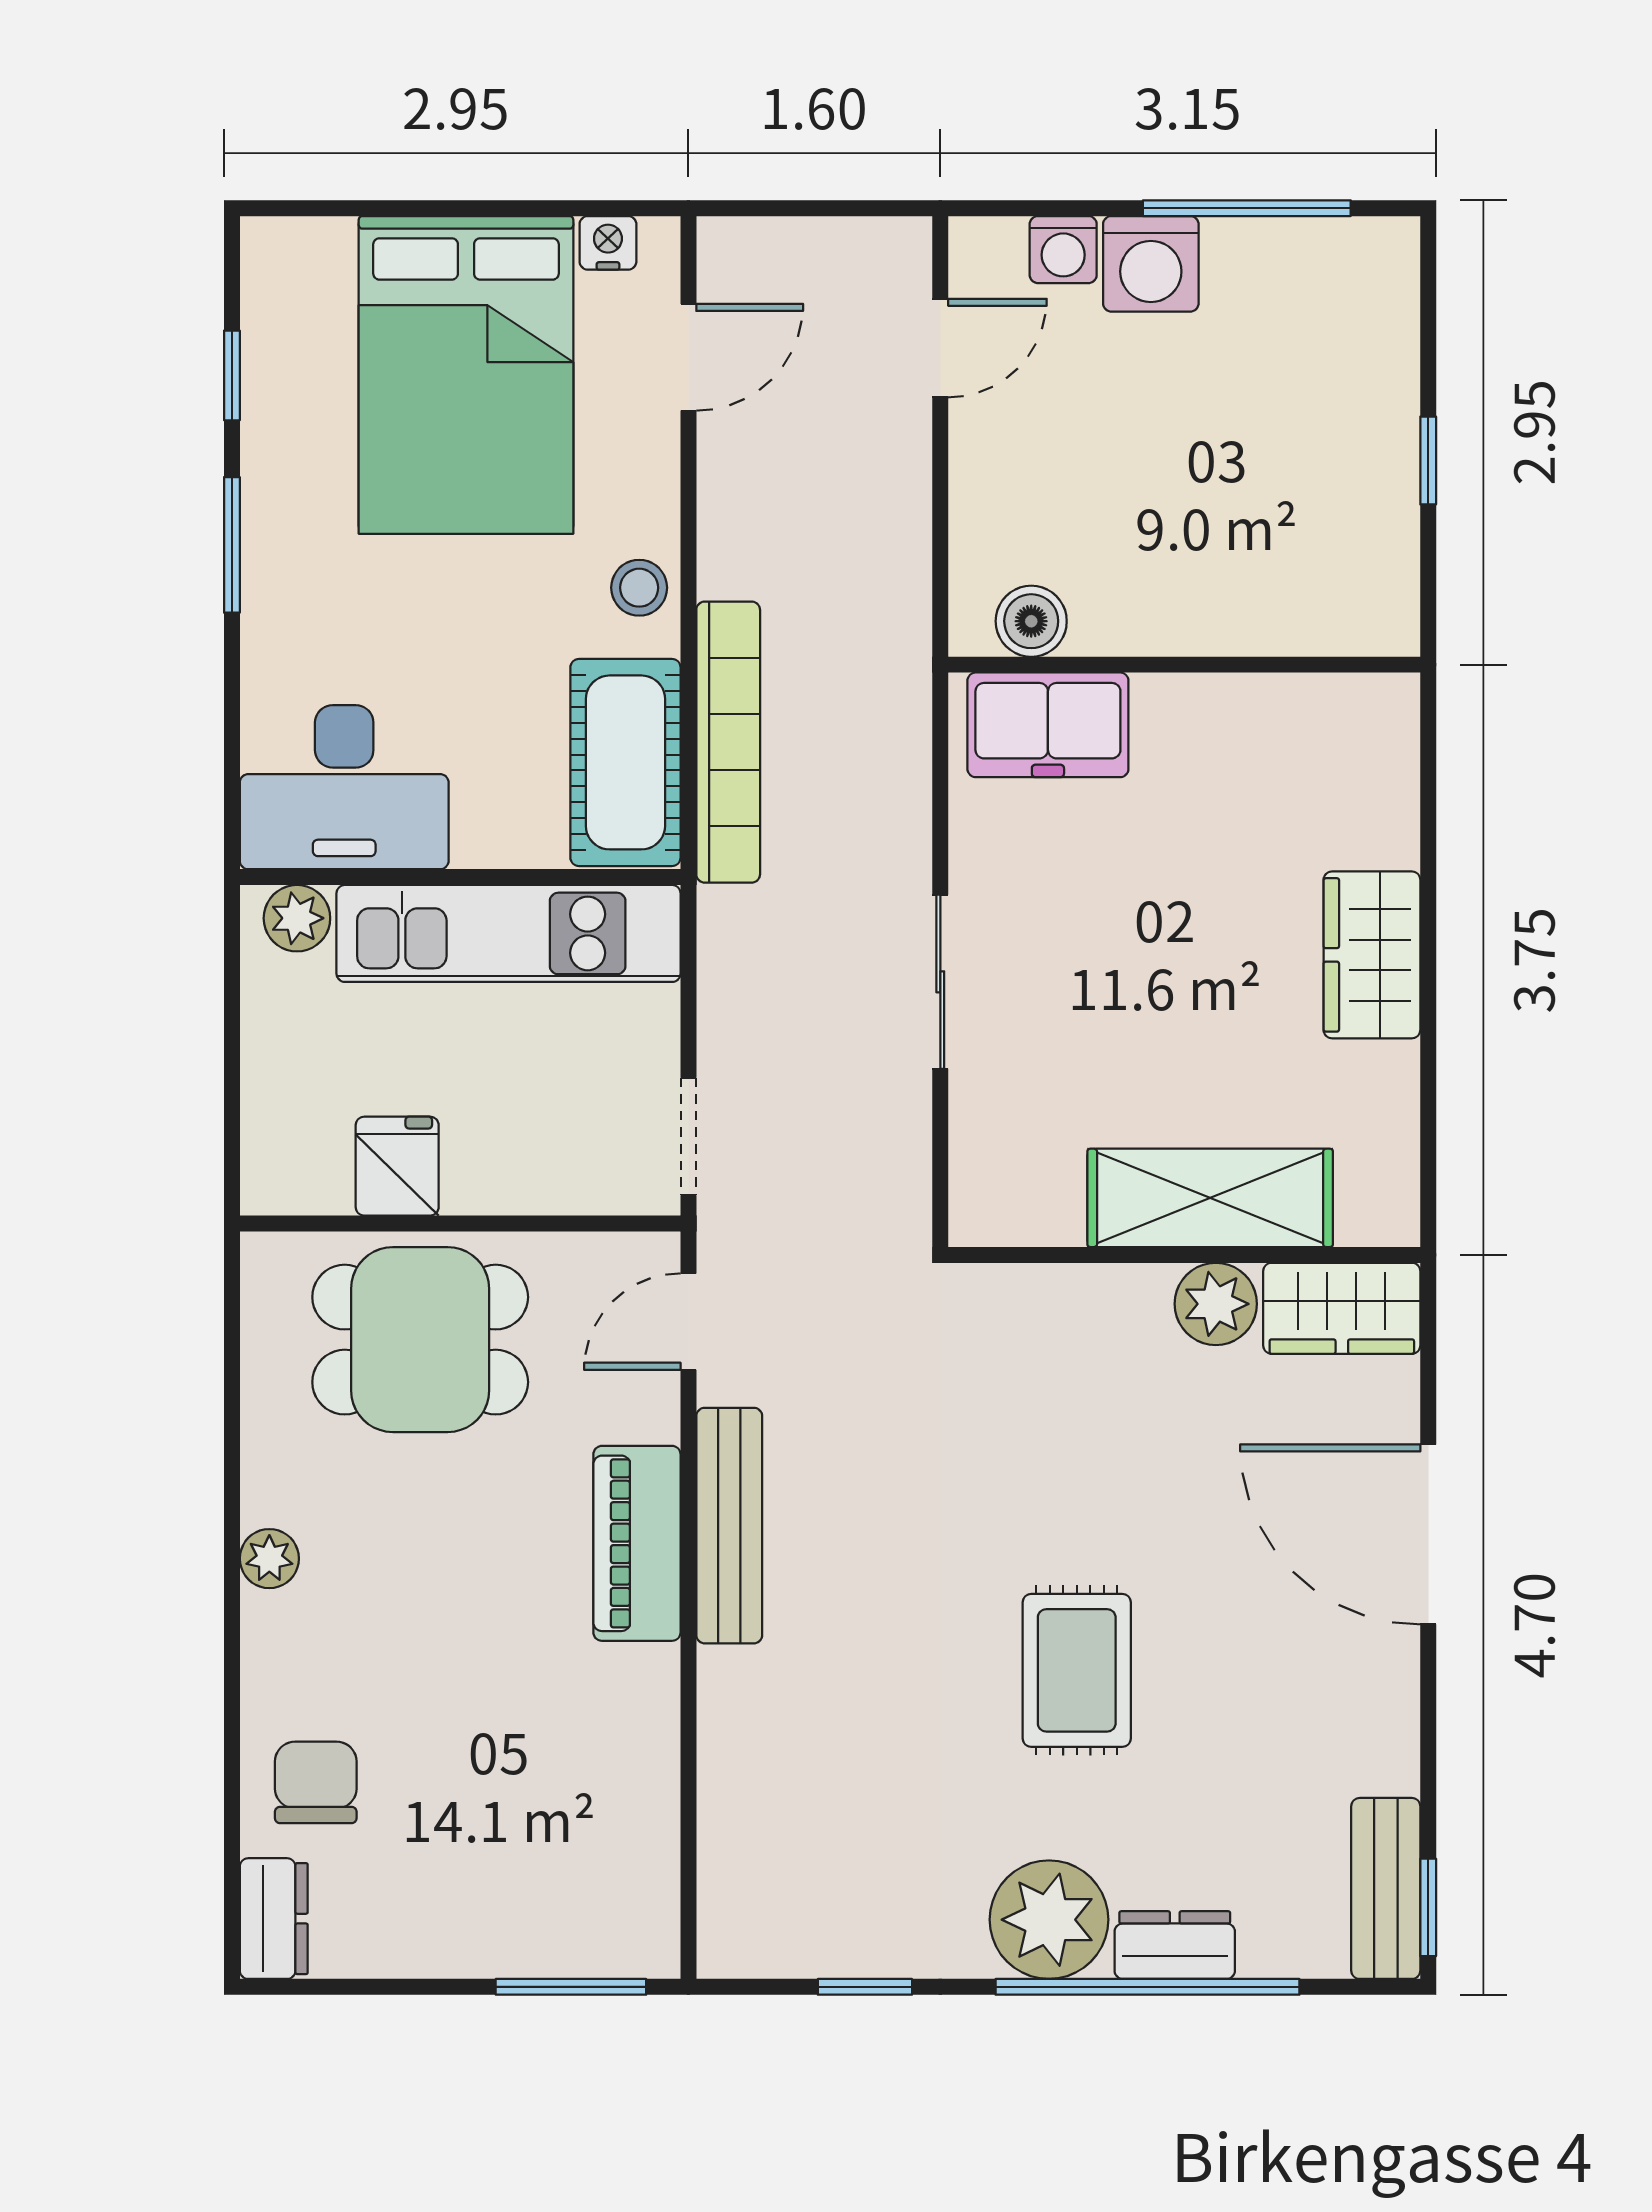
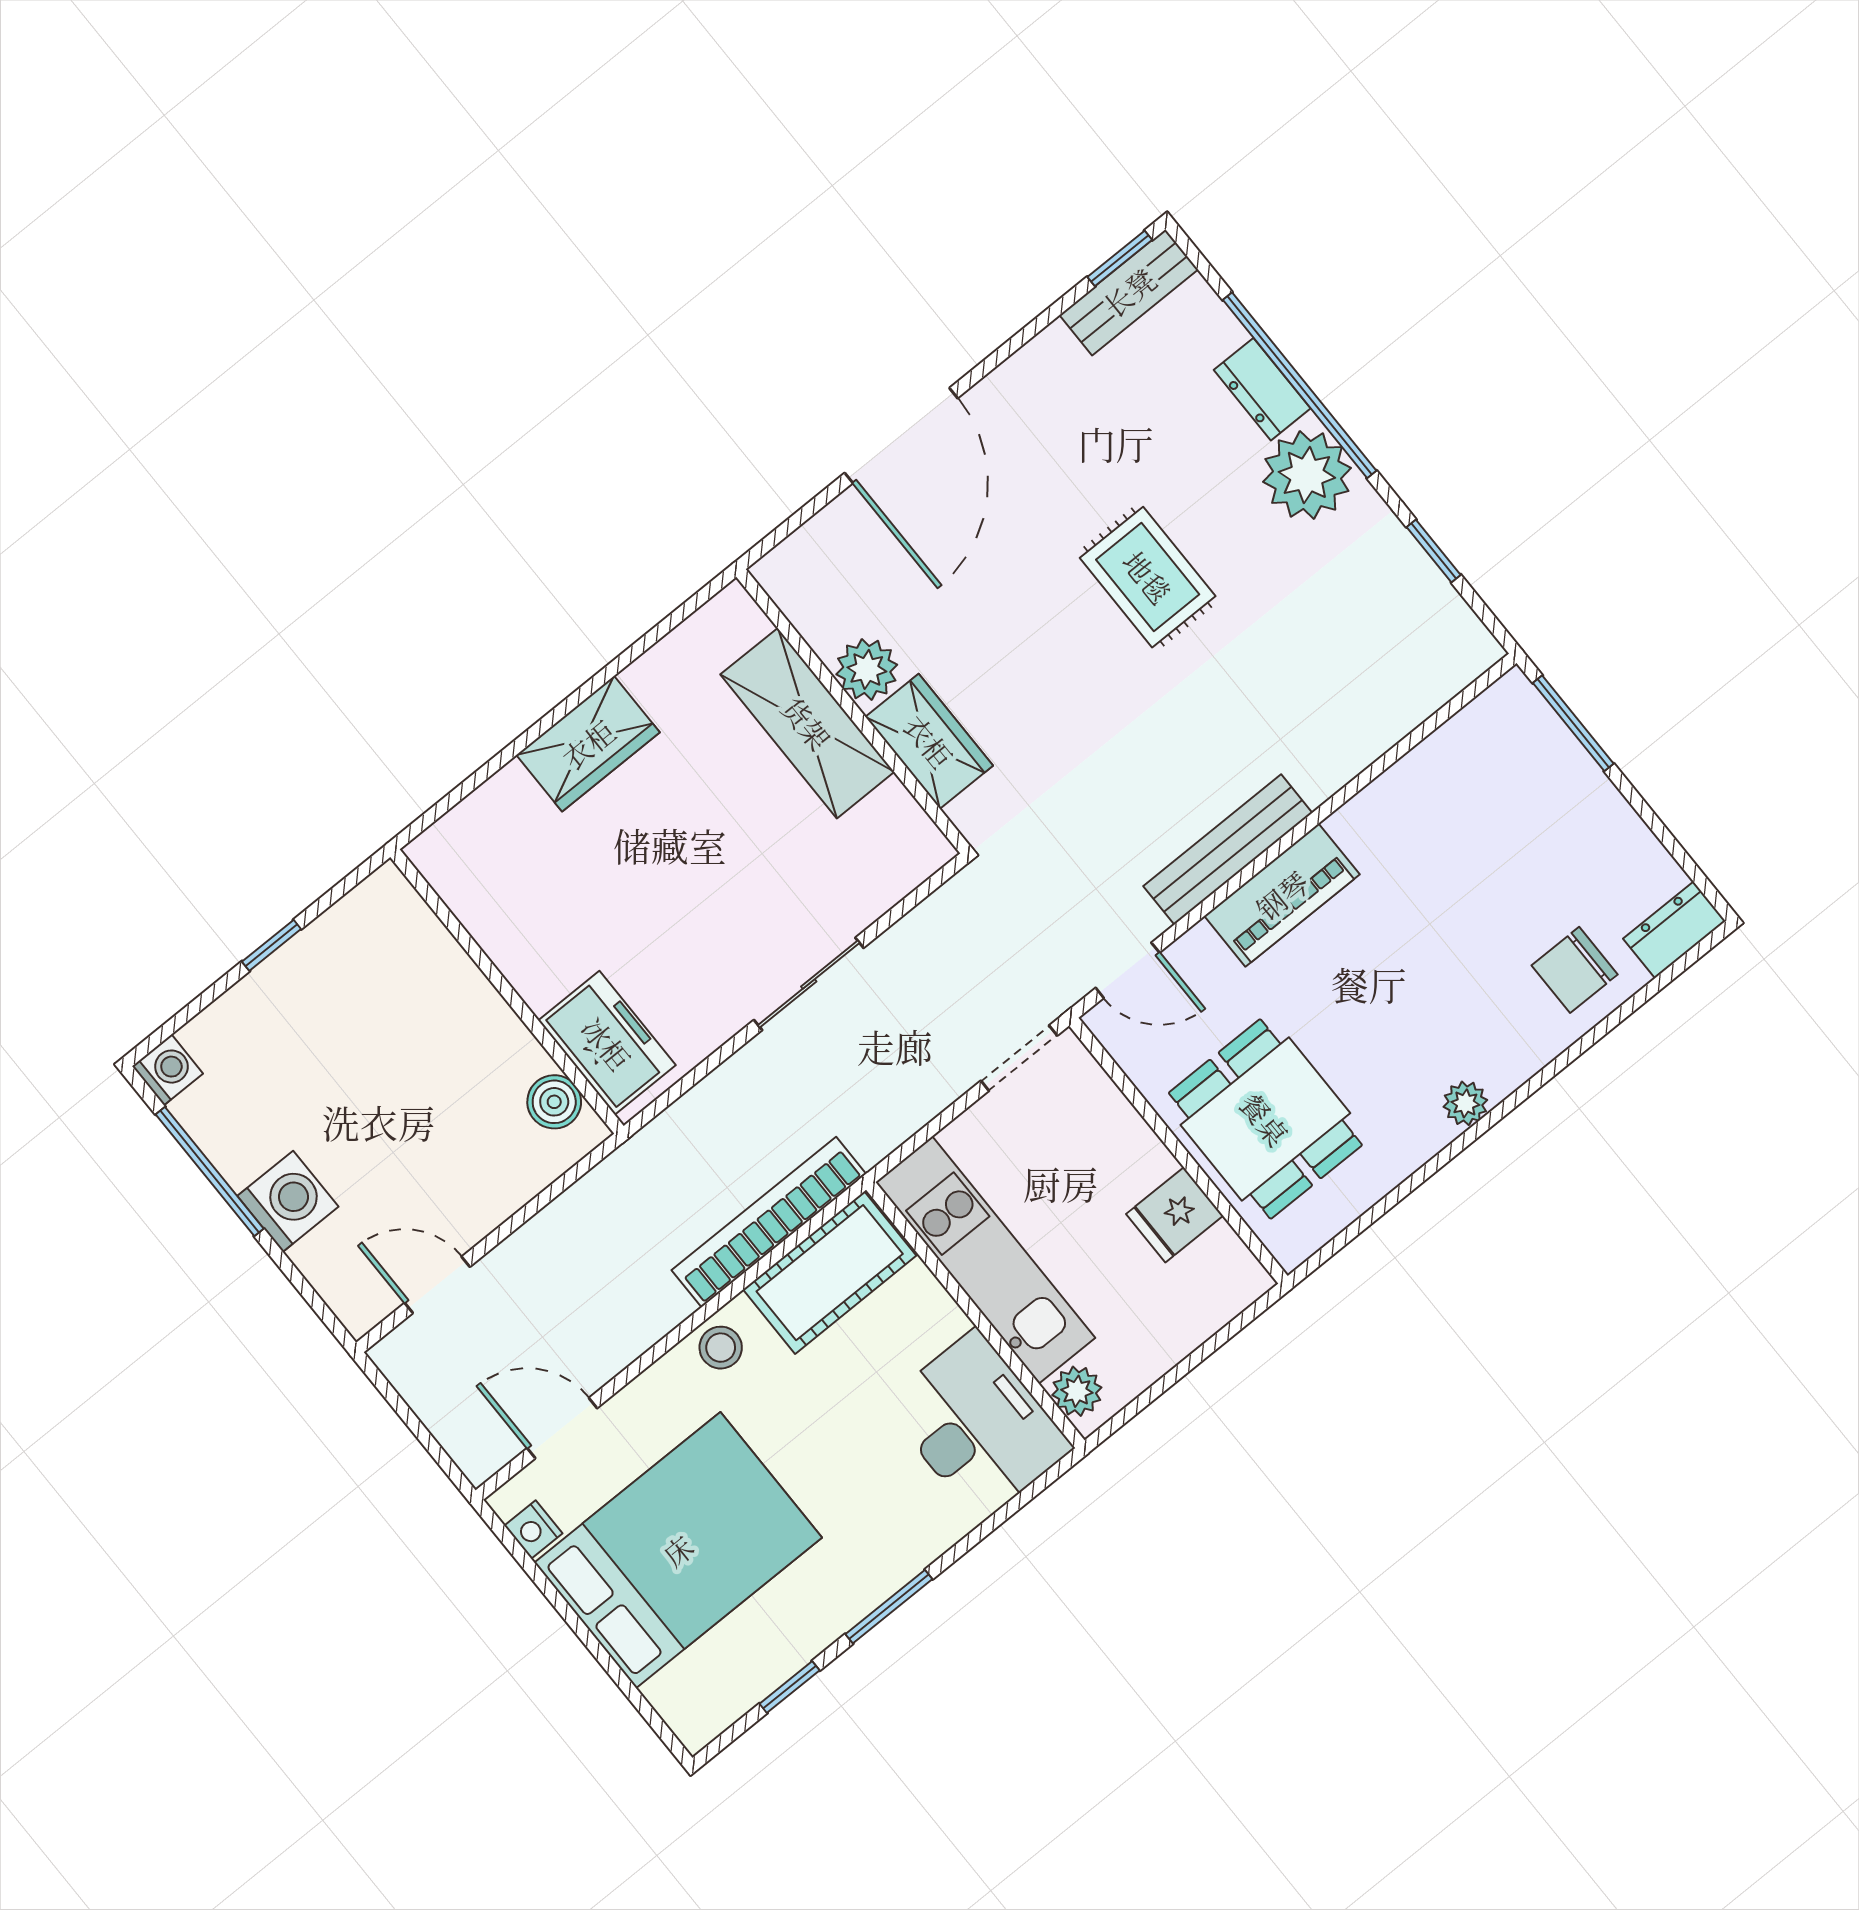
washing machine: (1063, 250) -> (168, 1070), moved
wardrobe: (1342, 1308) -> (929, 741), moved
rug: (1077, 1670) -> (1148, 577), turned 90

